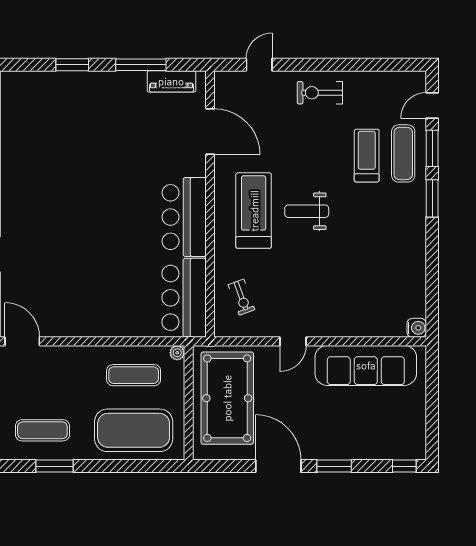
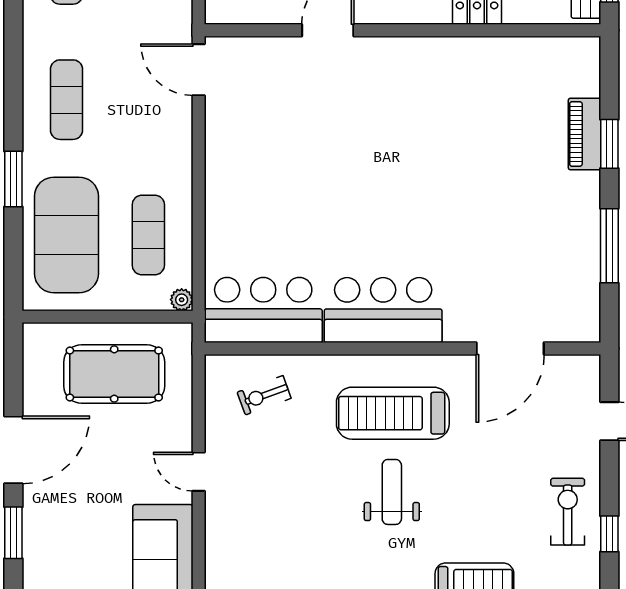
window: (335, 65) -> (609, 534), added
piano: (171, 81) -> (585, 134), moved
treadmill: (254, 211) -> (393, 413), turned 180
door: (22, 341) -> (199, 70), swing flipped
pool table: (227, 398) -> (114, 374), width x0.73, depth x0.76
window: (55, 466) -> (13, 179), moved

